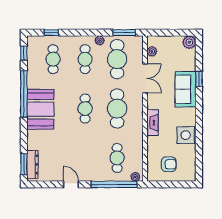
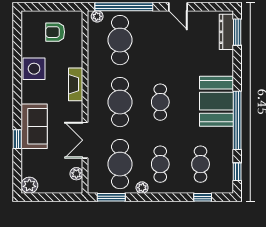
cafe table: (117, 158) -> (120, 40), width x1.37, depth x1.35

